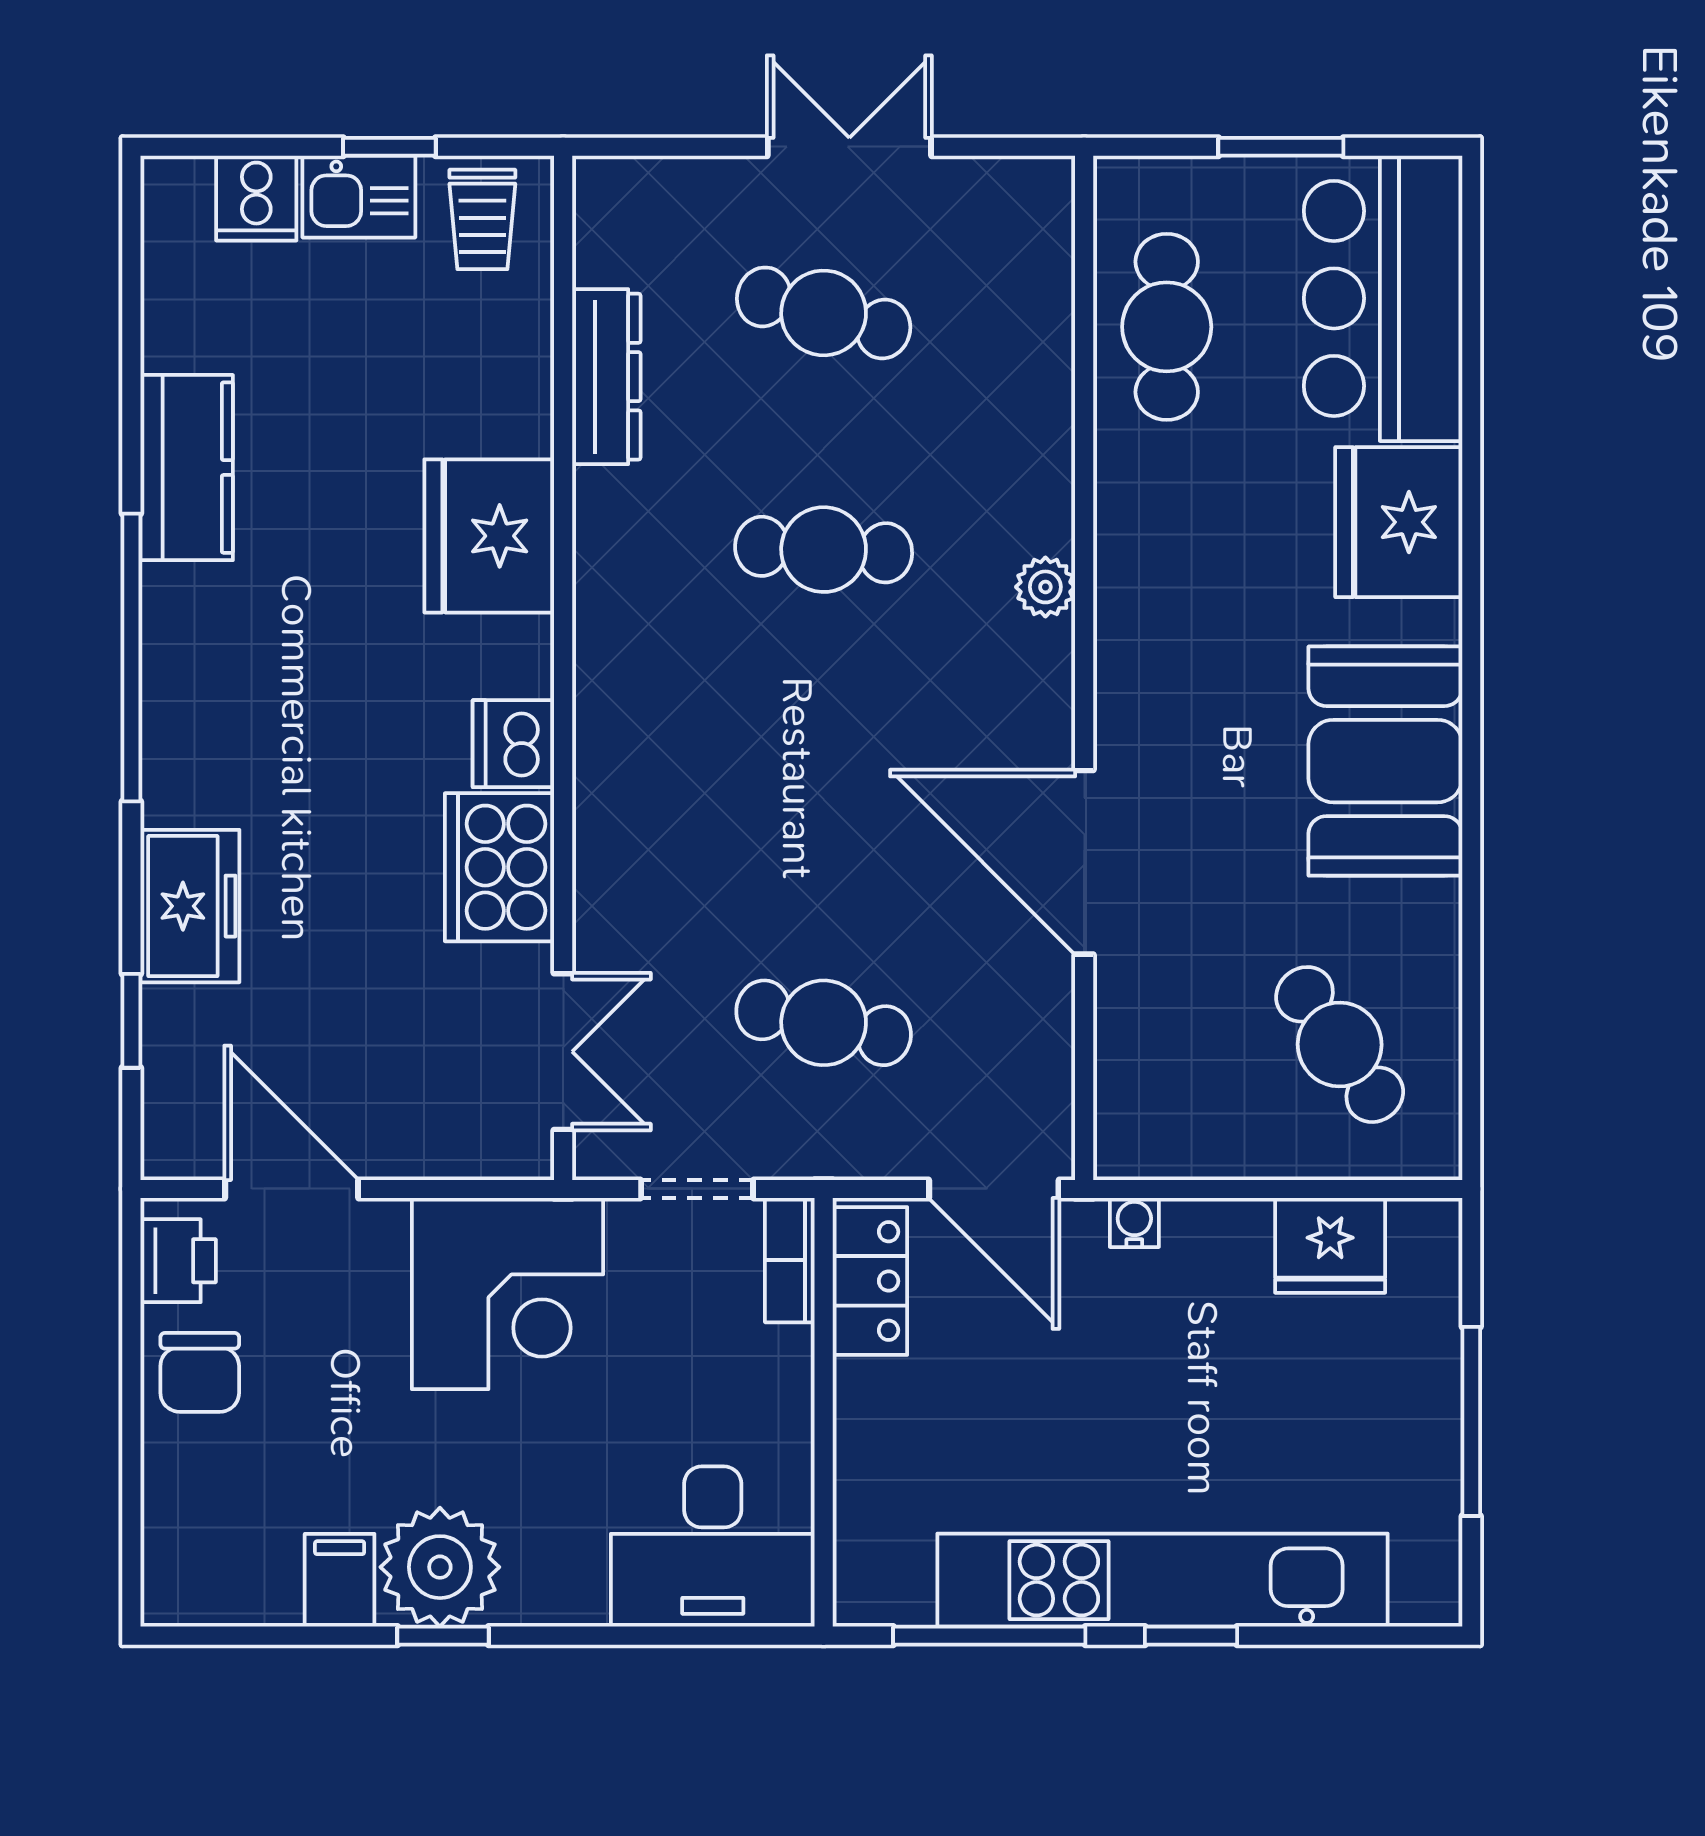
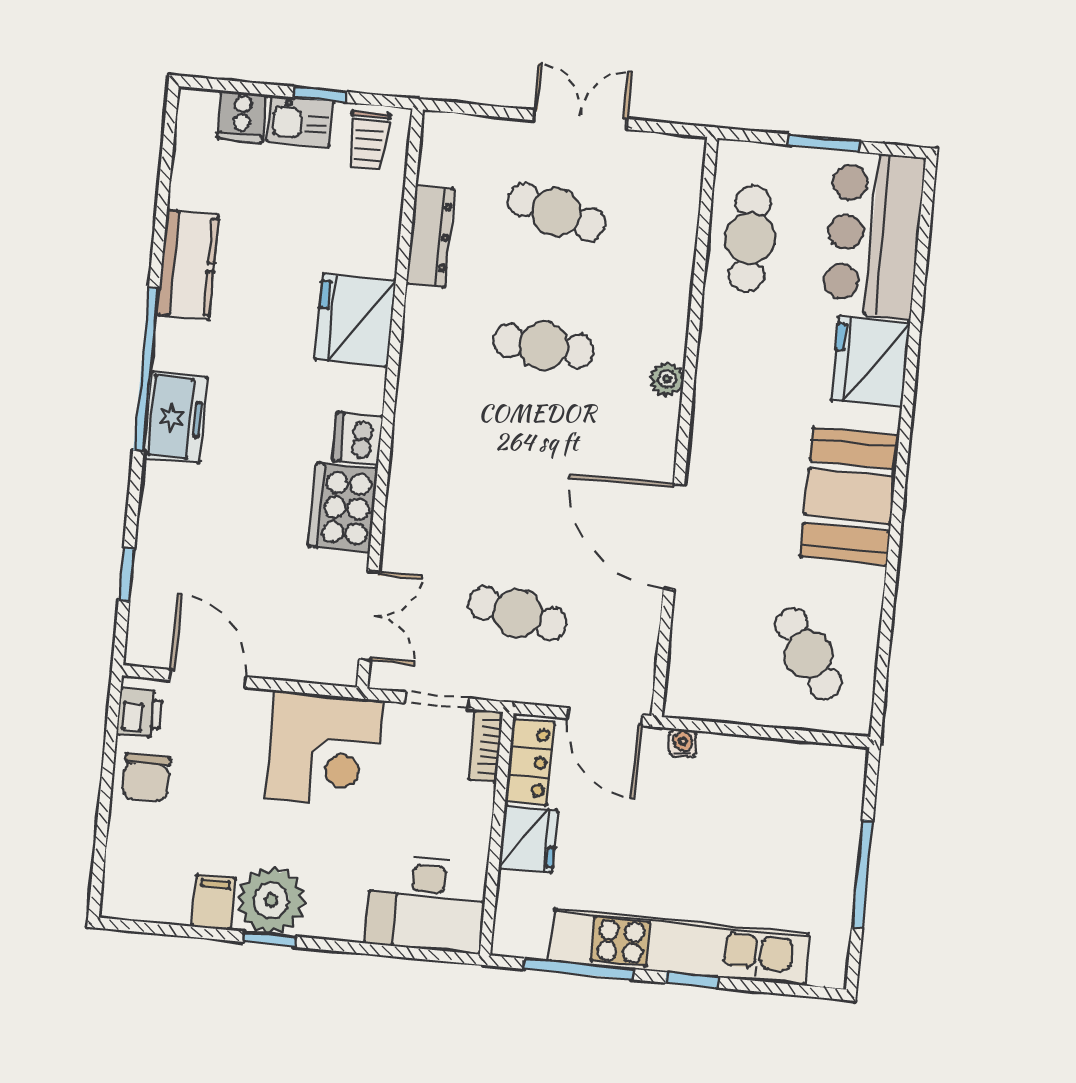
freezer: (190, 906) -> (175, 417), moved
fridge: (1330, 1245) -> (528, 839), moved, turned -90

